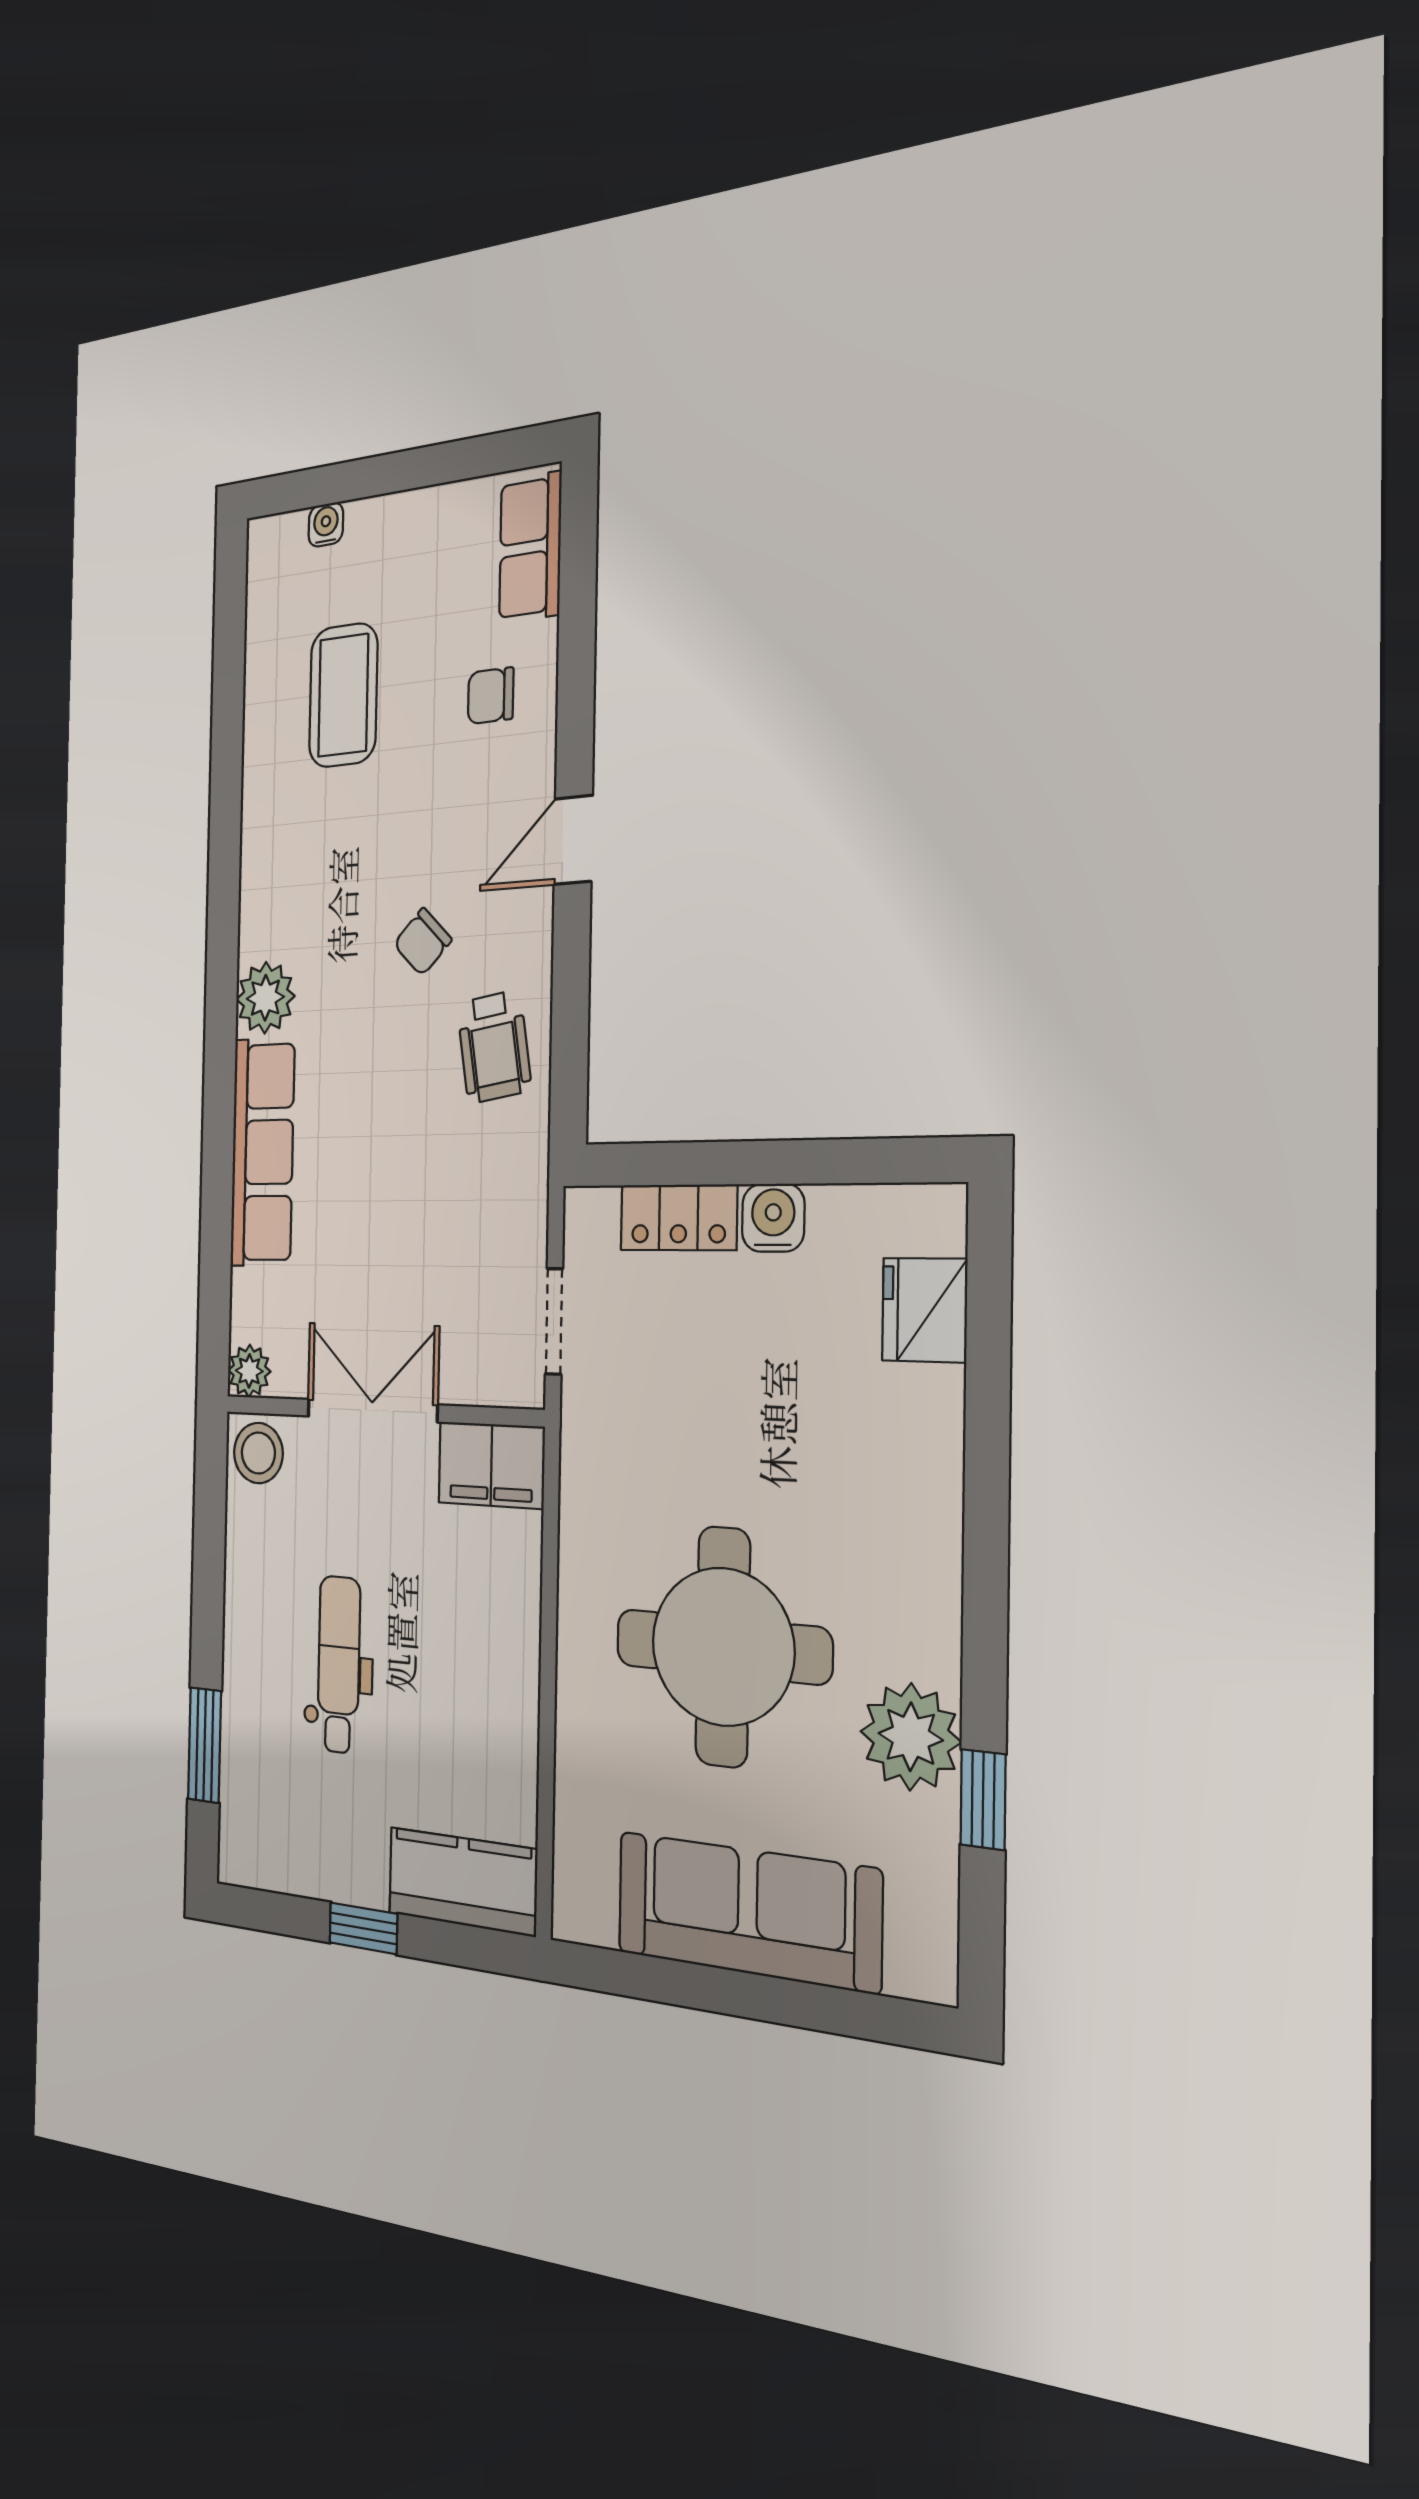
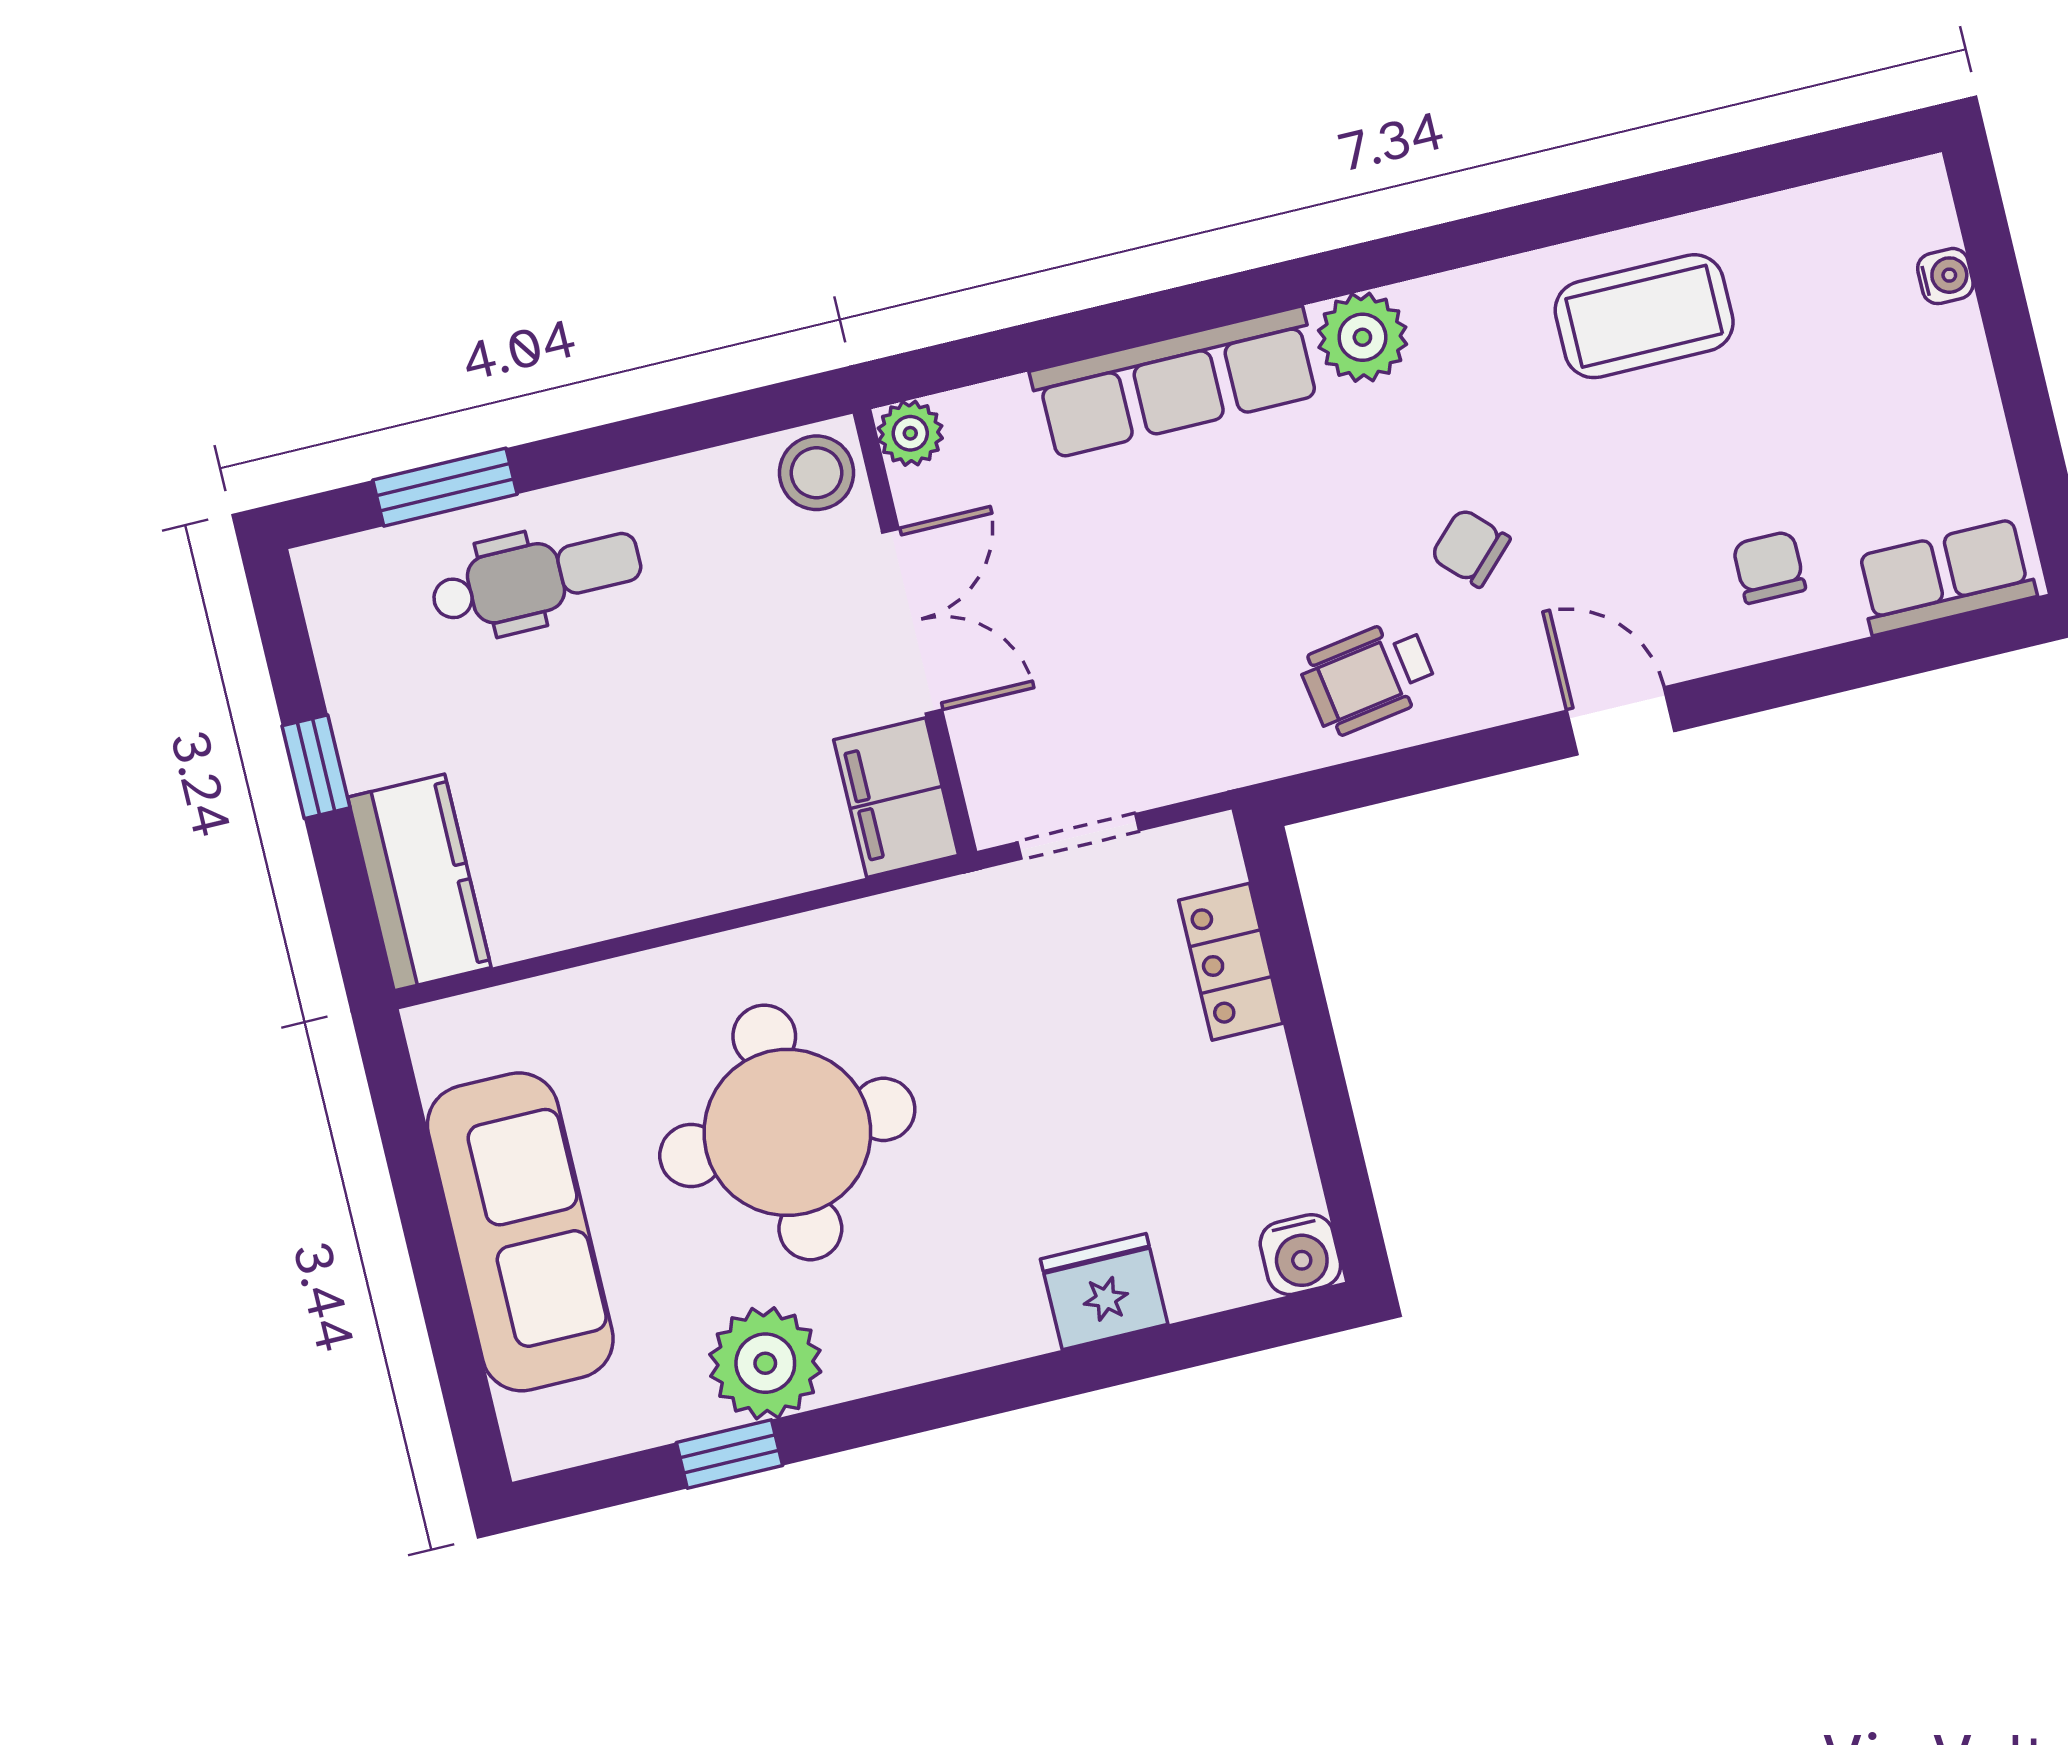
coffee table: (343, 695) -> (1644, 316), moved
water cooler: (773, 1218) -> (1300, 1255), moved, turned 90
fridge: (924, 1310) -> (1104, 1292), moved
dental chair: (339, 1664) -> (536, 578), moved

